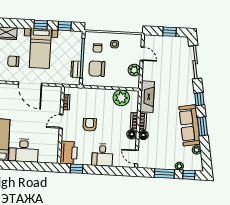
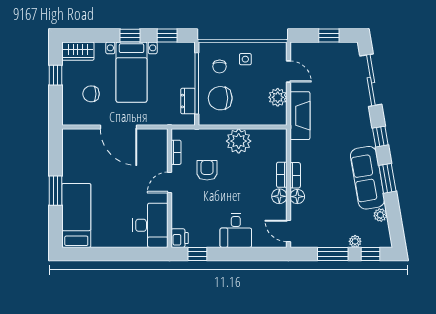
fireplace: (147, 97) -> (300, 116), moved
plant: (121, 98) -> (239, 141), moved
armchair: (90, 125) -> (207, 170), moved
desk: (24, 150) -> (150, 225), moved, turned -90
printer: (69, 153) -> (180, 238), width x0.53, depth x0.68

